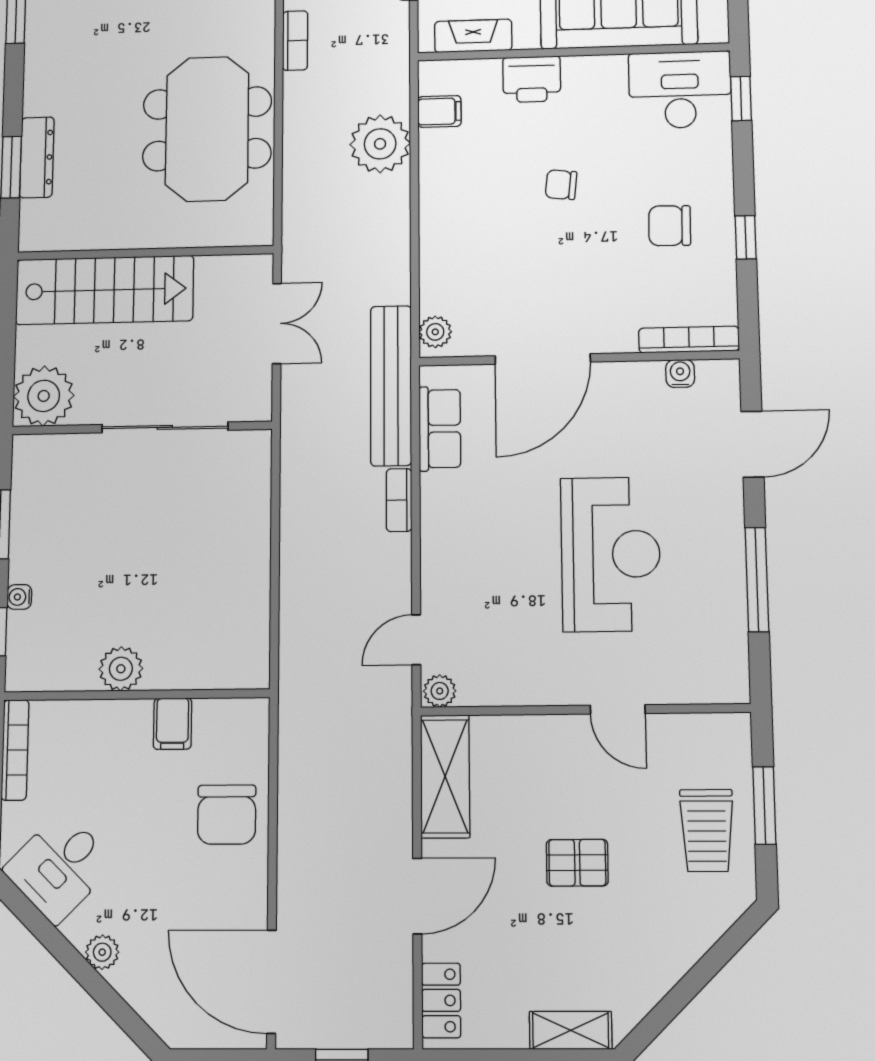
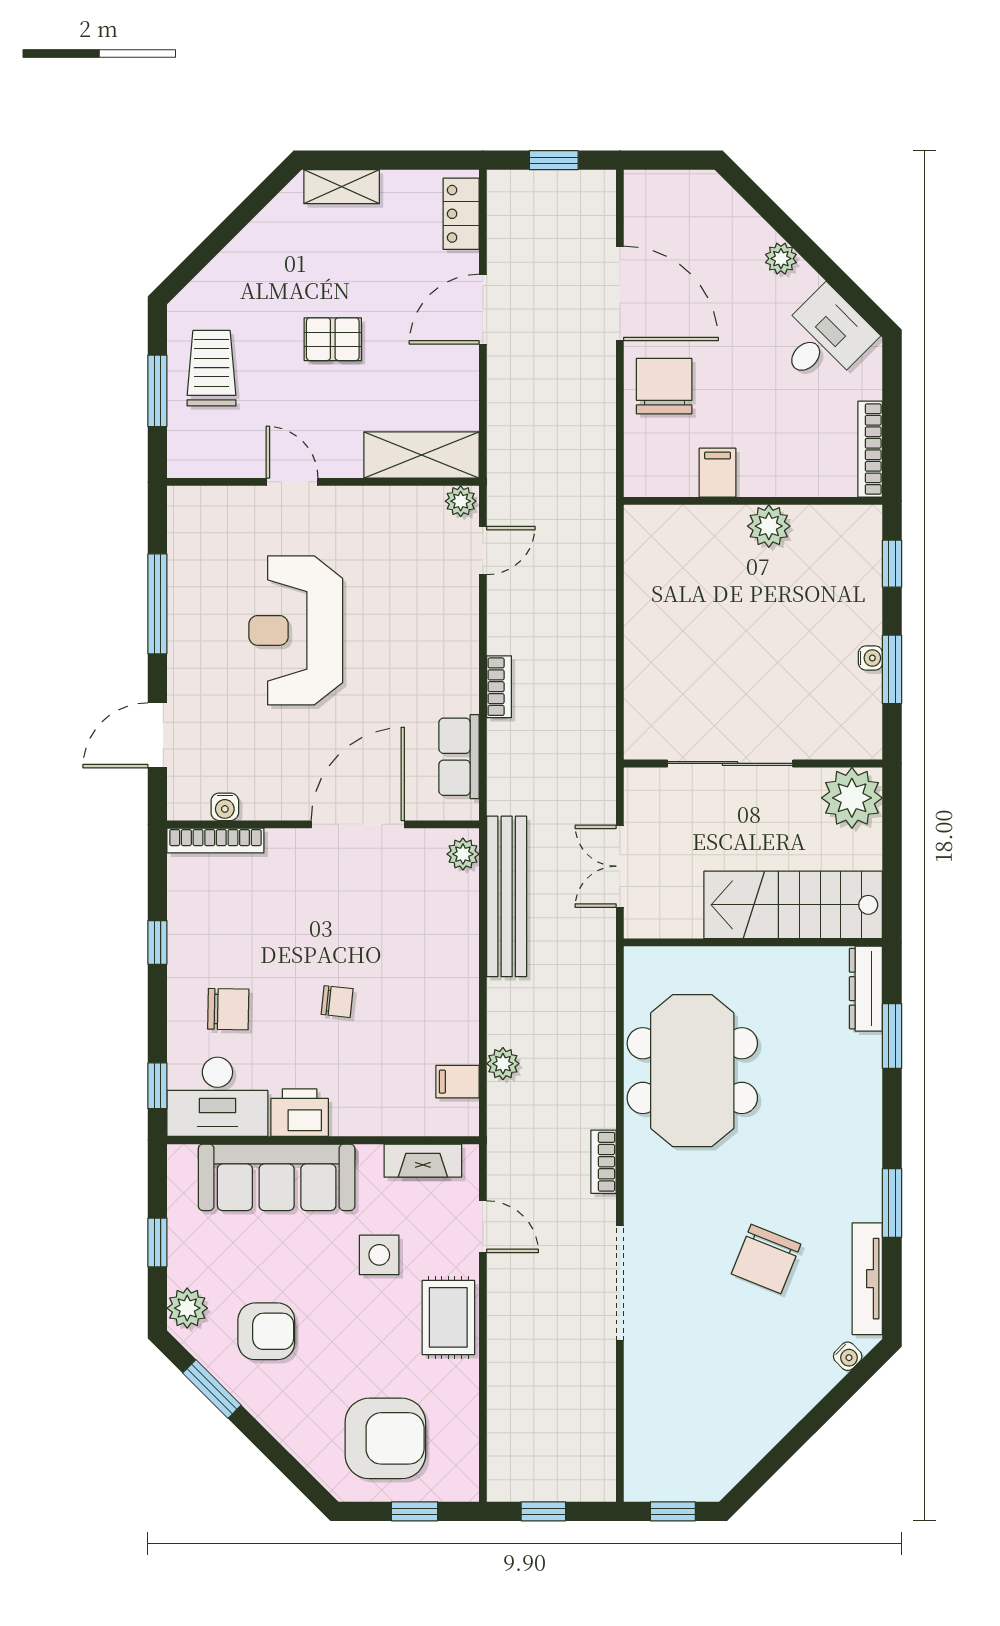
printer: (532, 79) -> (300, 1113), moved
plant: (380, 144) -> (503, 1064), width x0.53, depth x0.53
dresser: (37, 157) -> (866, 989), moved
chair: (670, 226) -> (228, 1009), moved
bench: (391, 385) -> (507, 896), moved
water cooler: (19, 597) -> (870, 658), moved
shelving: (445, 776) -> (421, 455), moved, turned 90
door: (272, 982) -> (620, 293), moved

